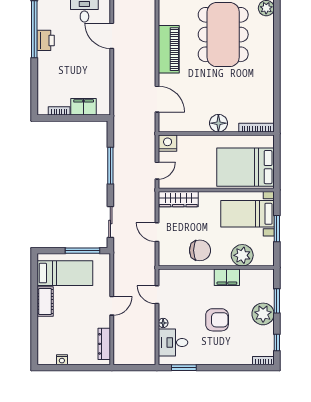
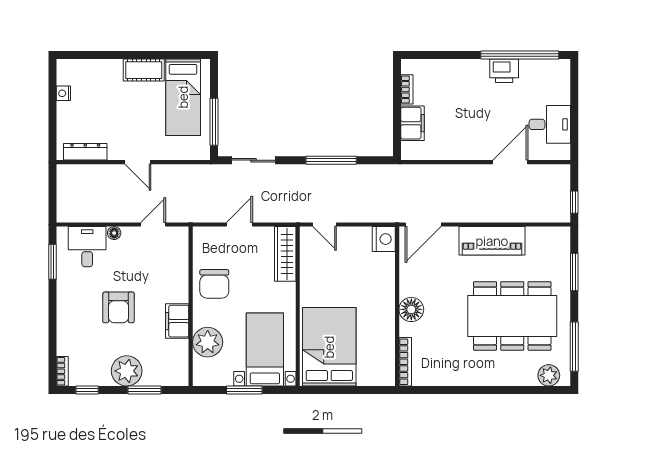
floor lamp: (218, 123) -> (411, 309), moved
bookcase: (256, 128) -> (405, 362), moved
wall: (216, 134) -> (397, 306), moved
nightstand: (168, 143) -> (384, 239), moved

